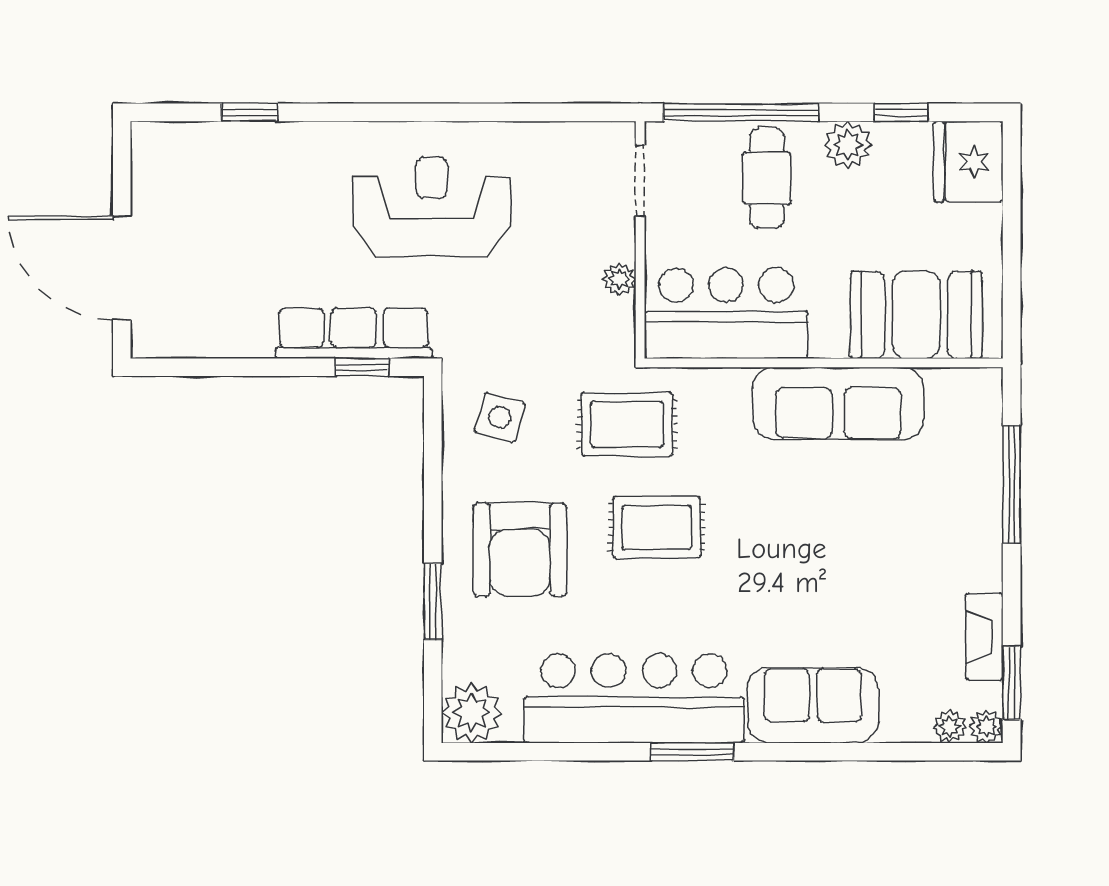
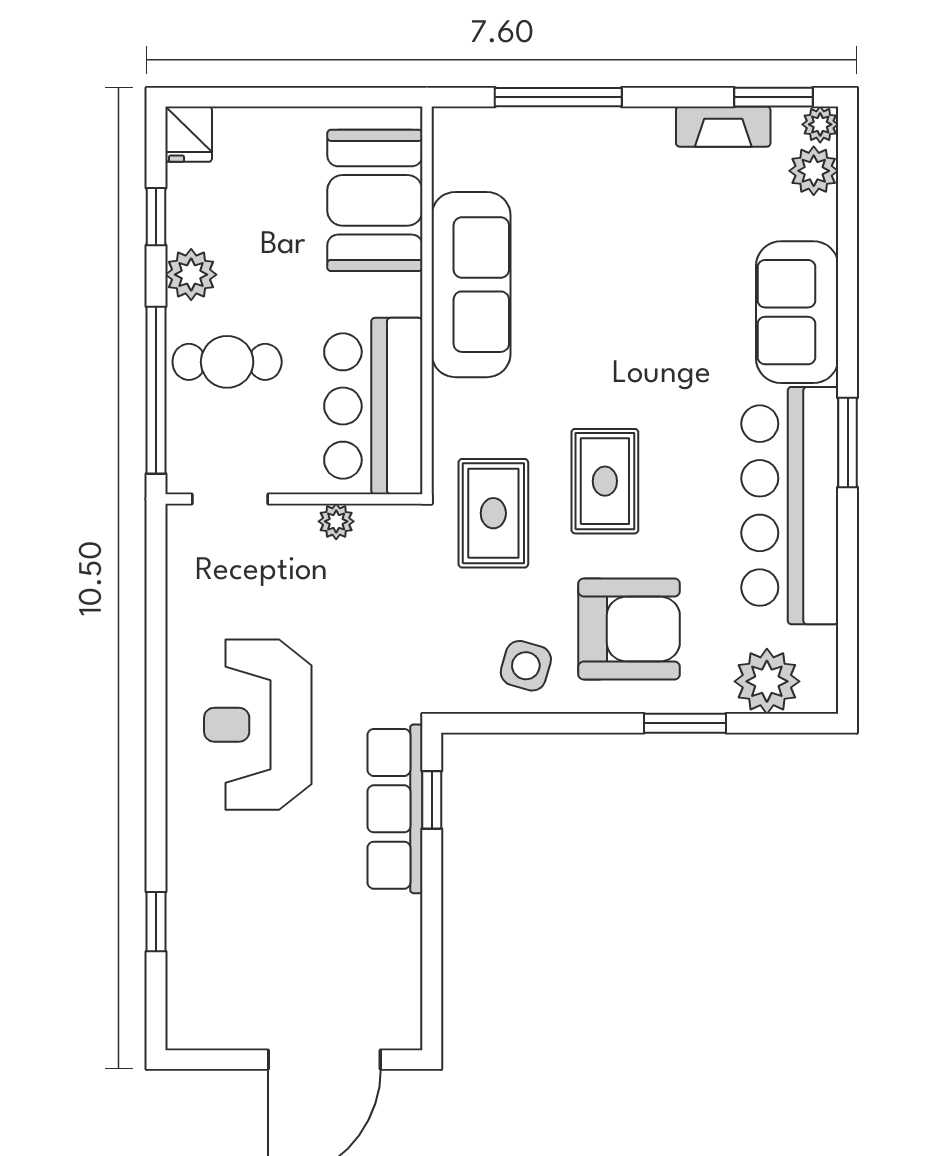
fridge: (969, 162) -> (189, 134), width x0.53, depth x0.75
side table: (500, 417) -> (526, 666), moved
plant: (472, 713) -> (767, 681), moved
plant: (950, 727) -> (814, 171), width x1.38, depth x1.38

